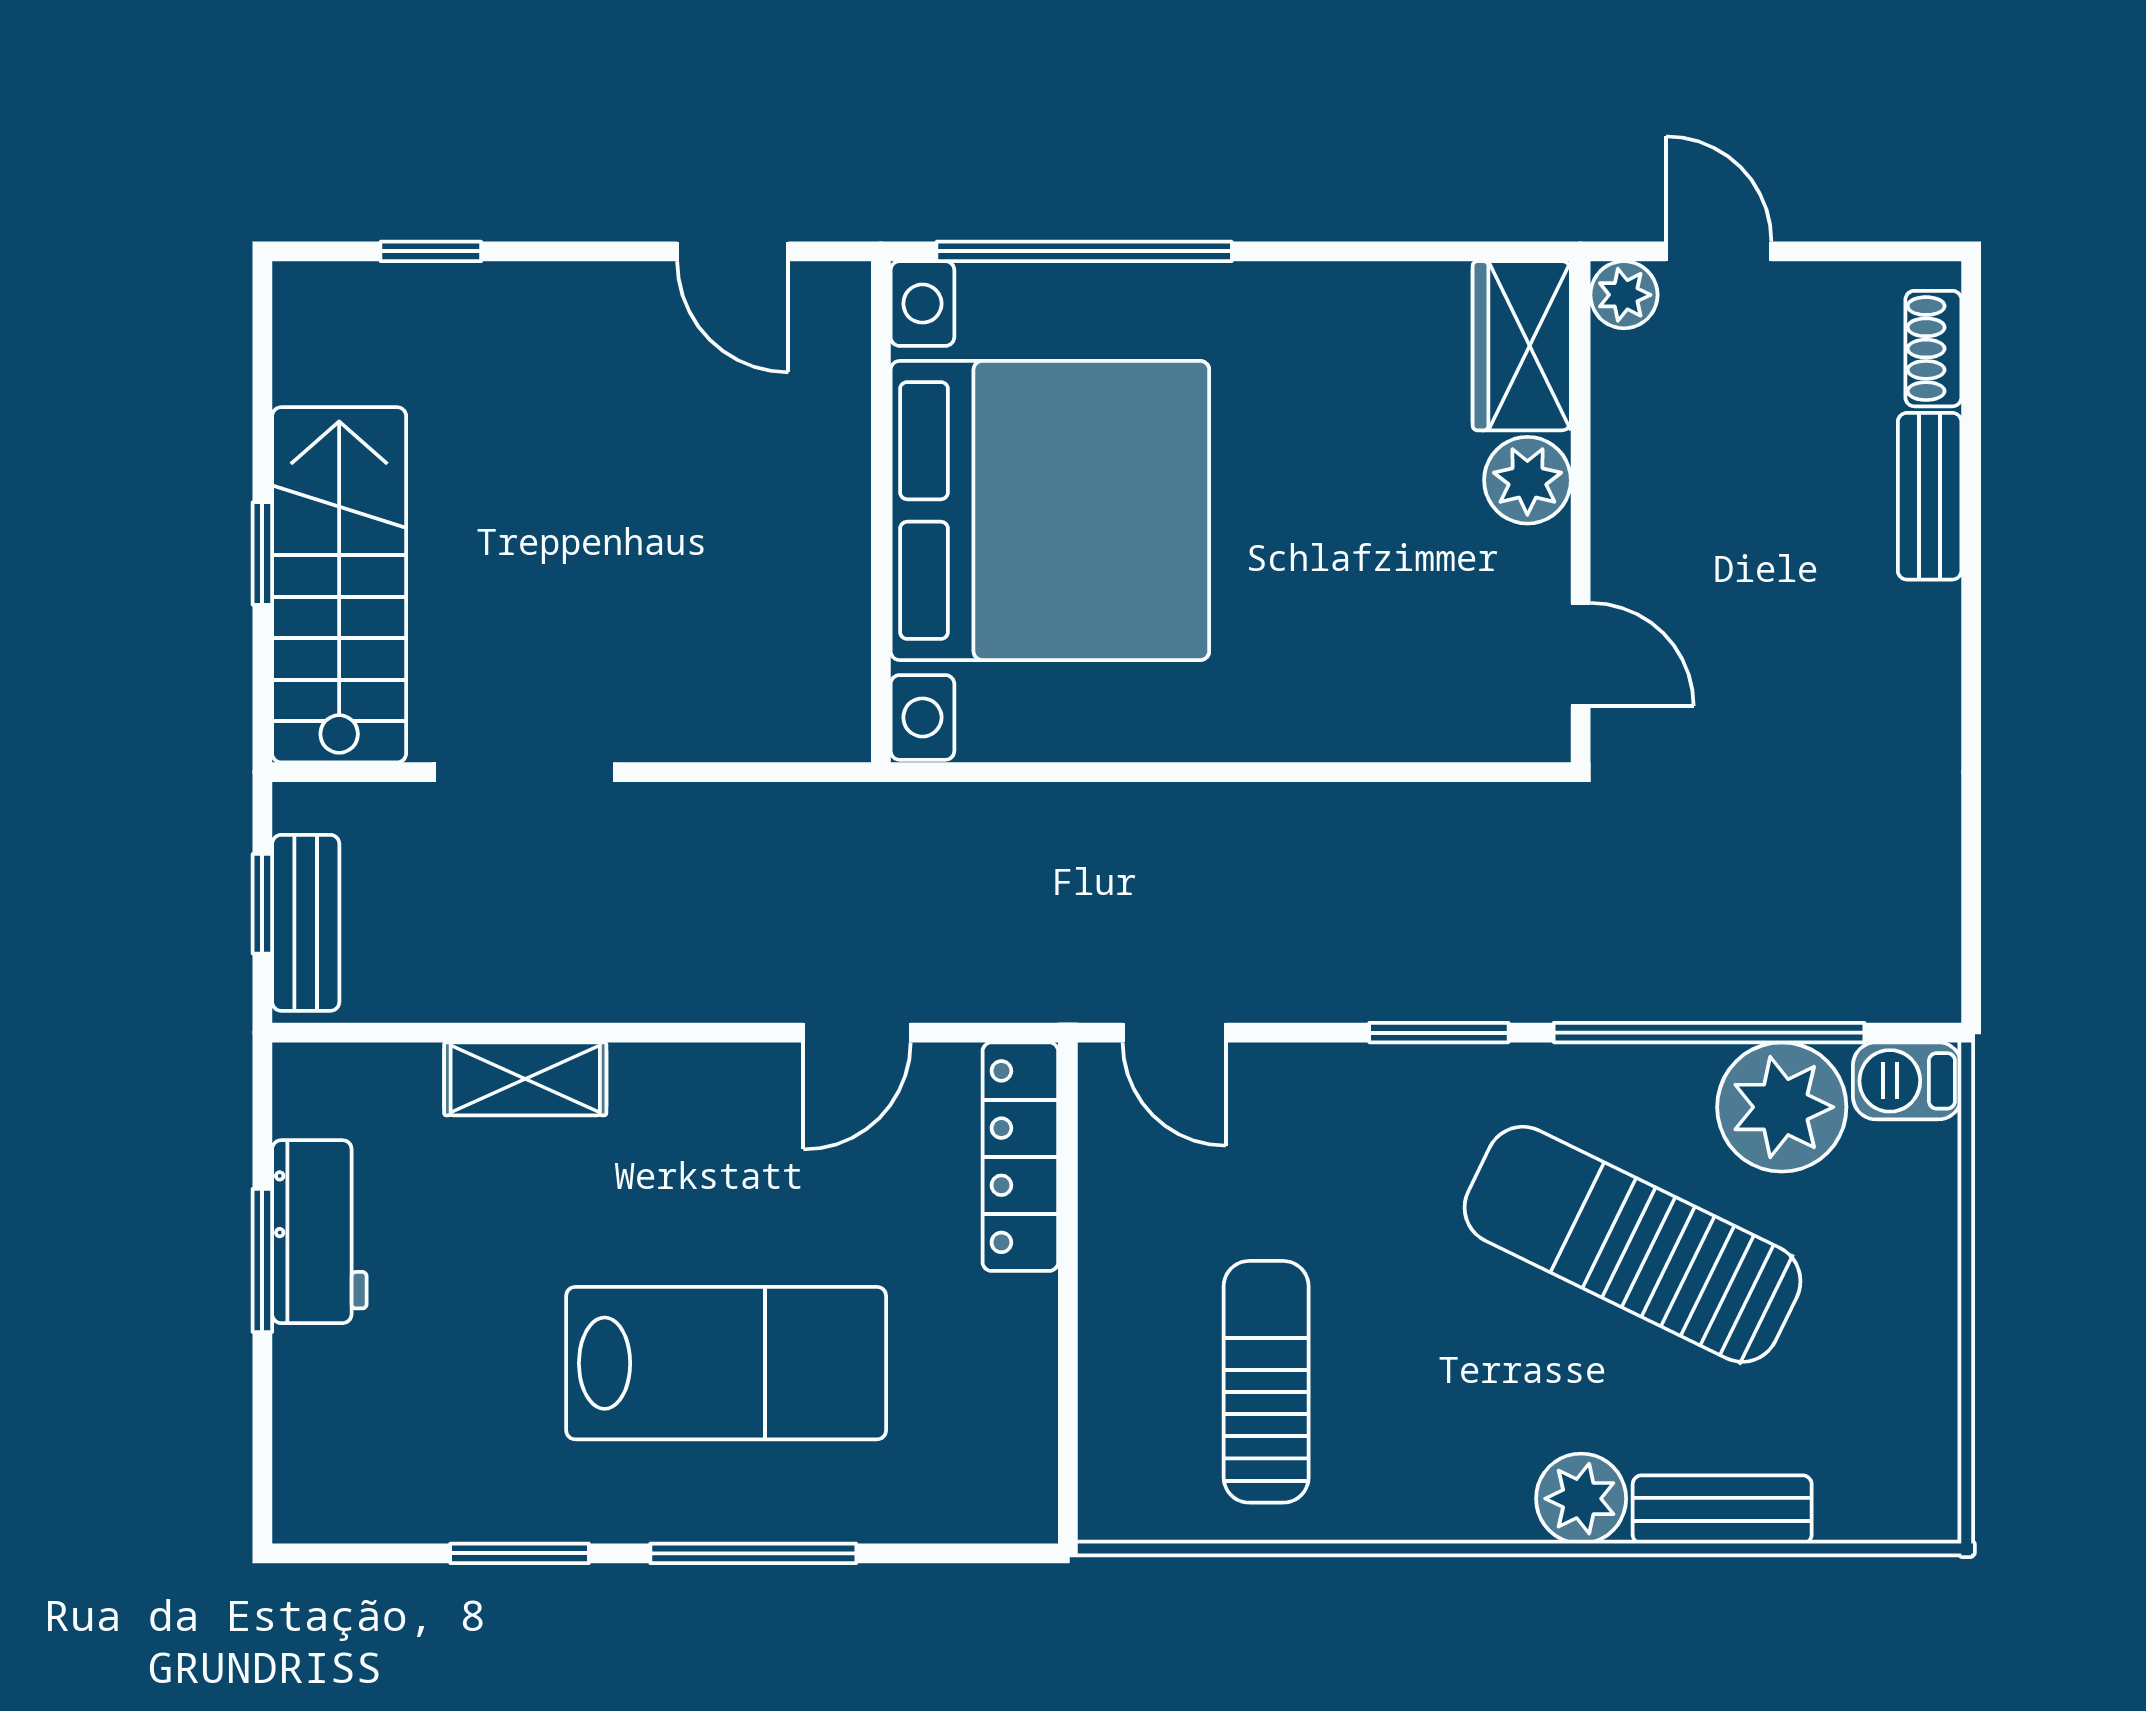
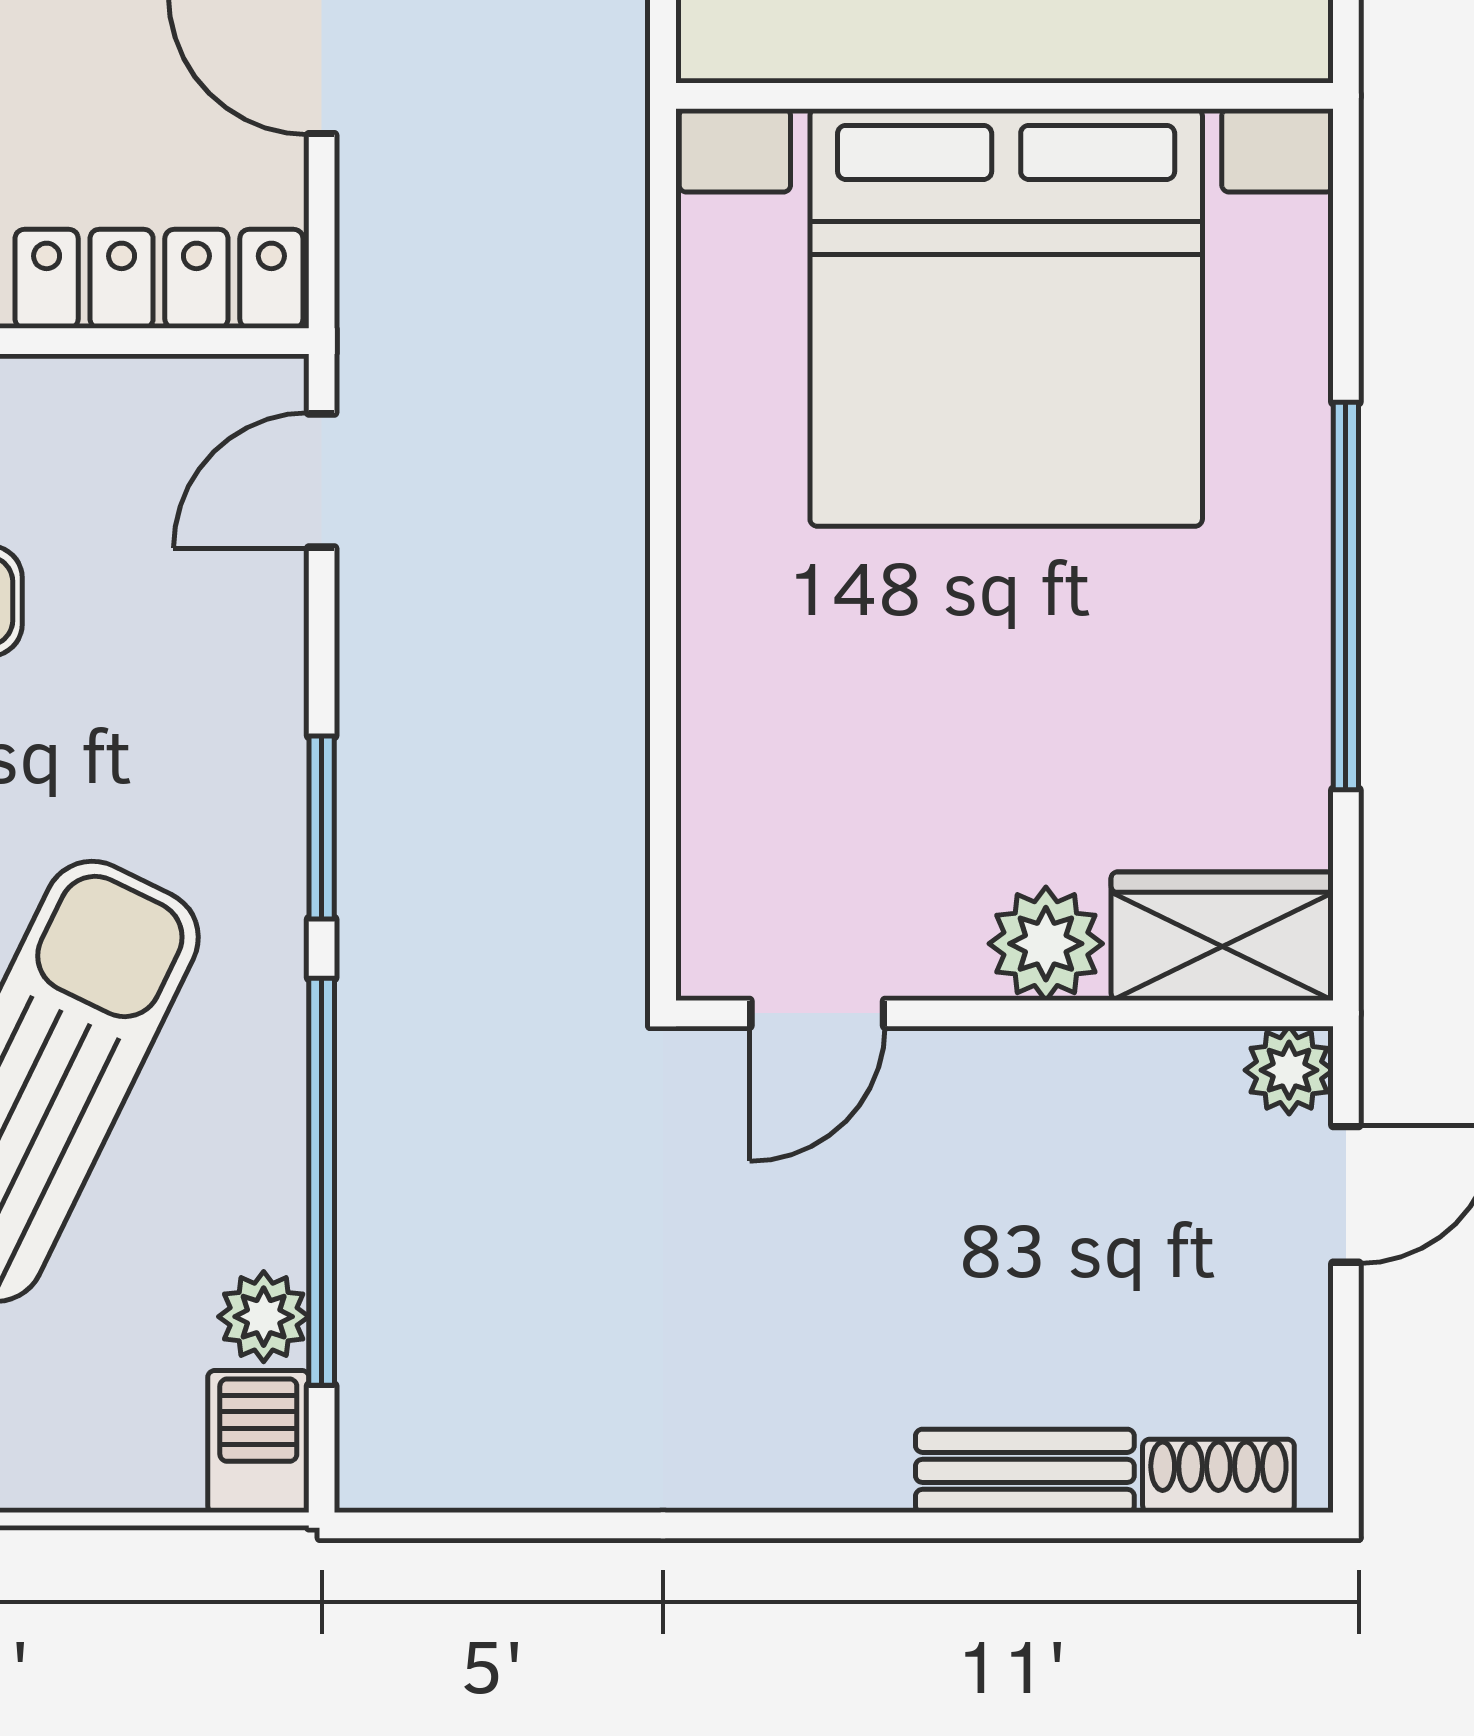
window: (1084, 251) -> (1346, 596), moved
plant: (1782, 1107) -> (264, 1317), width x0.53, depth x0.53

